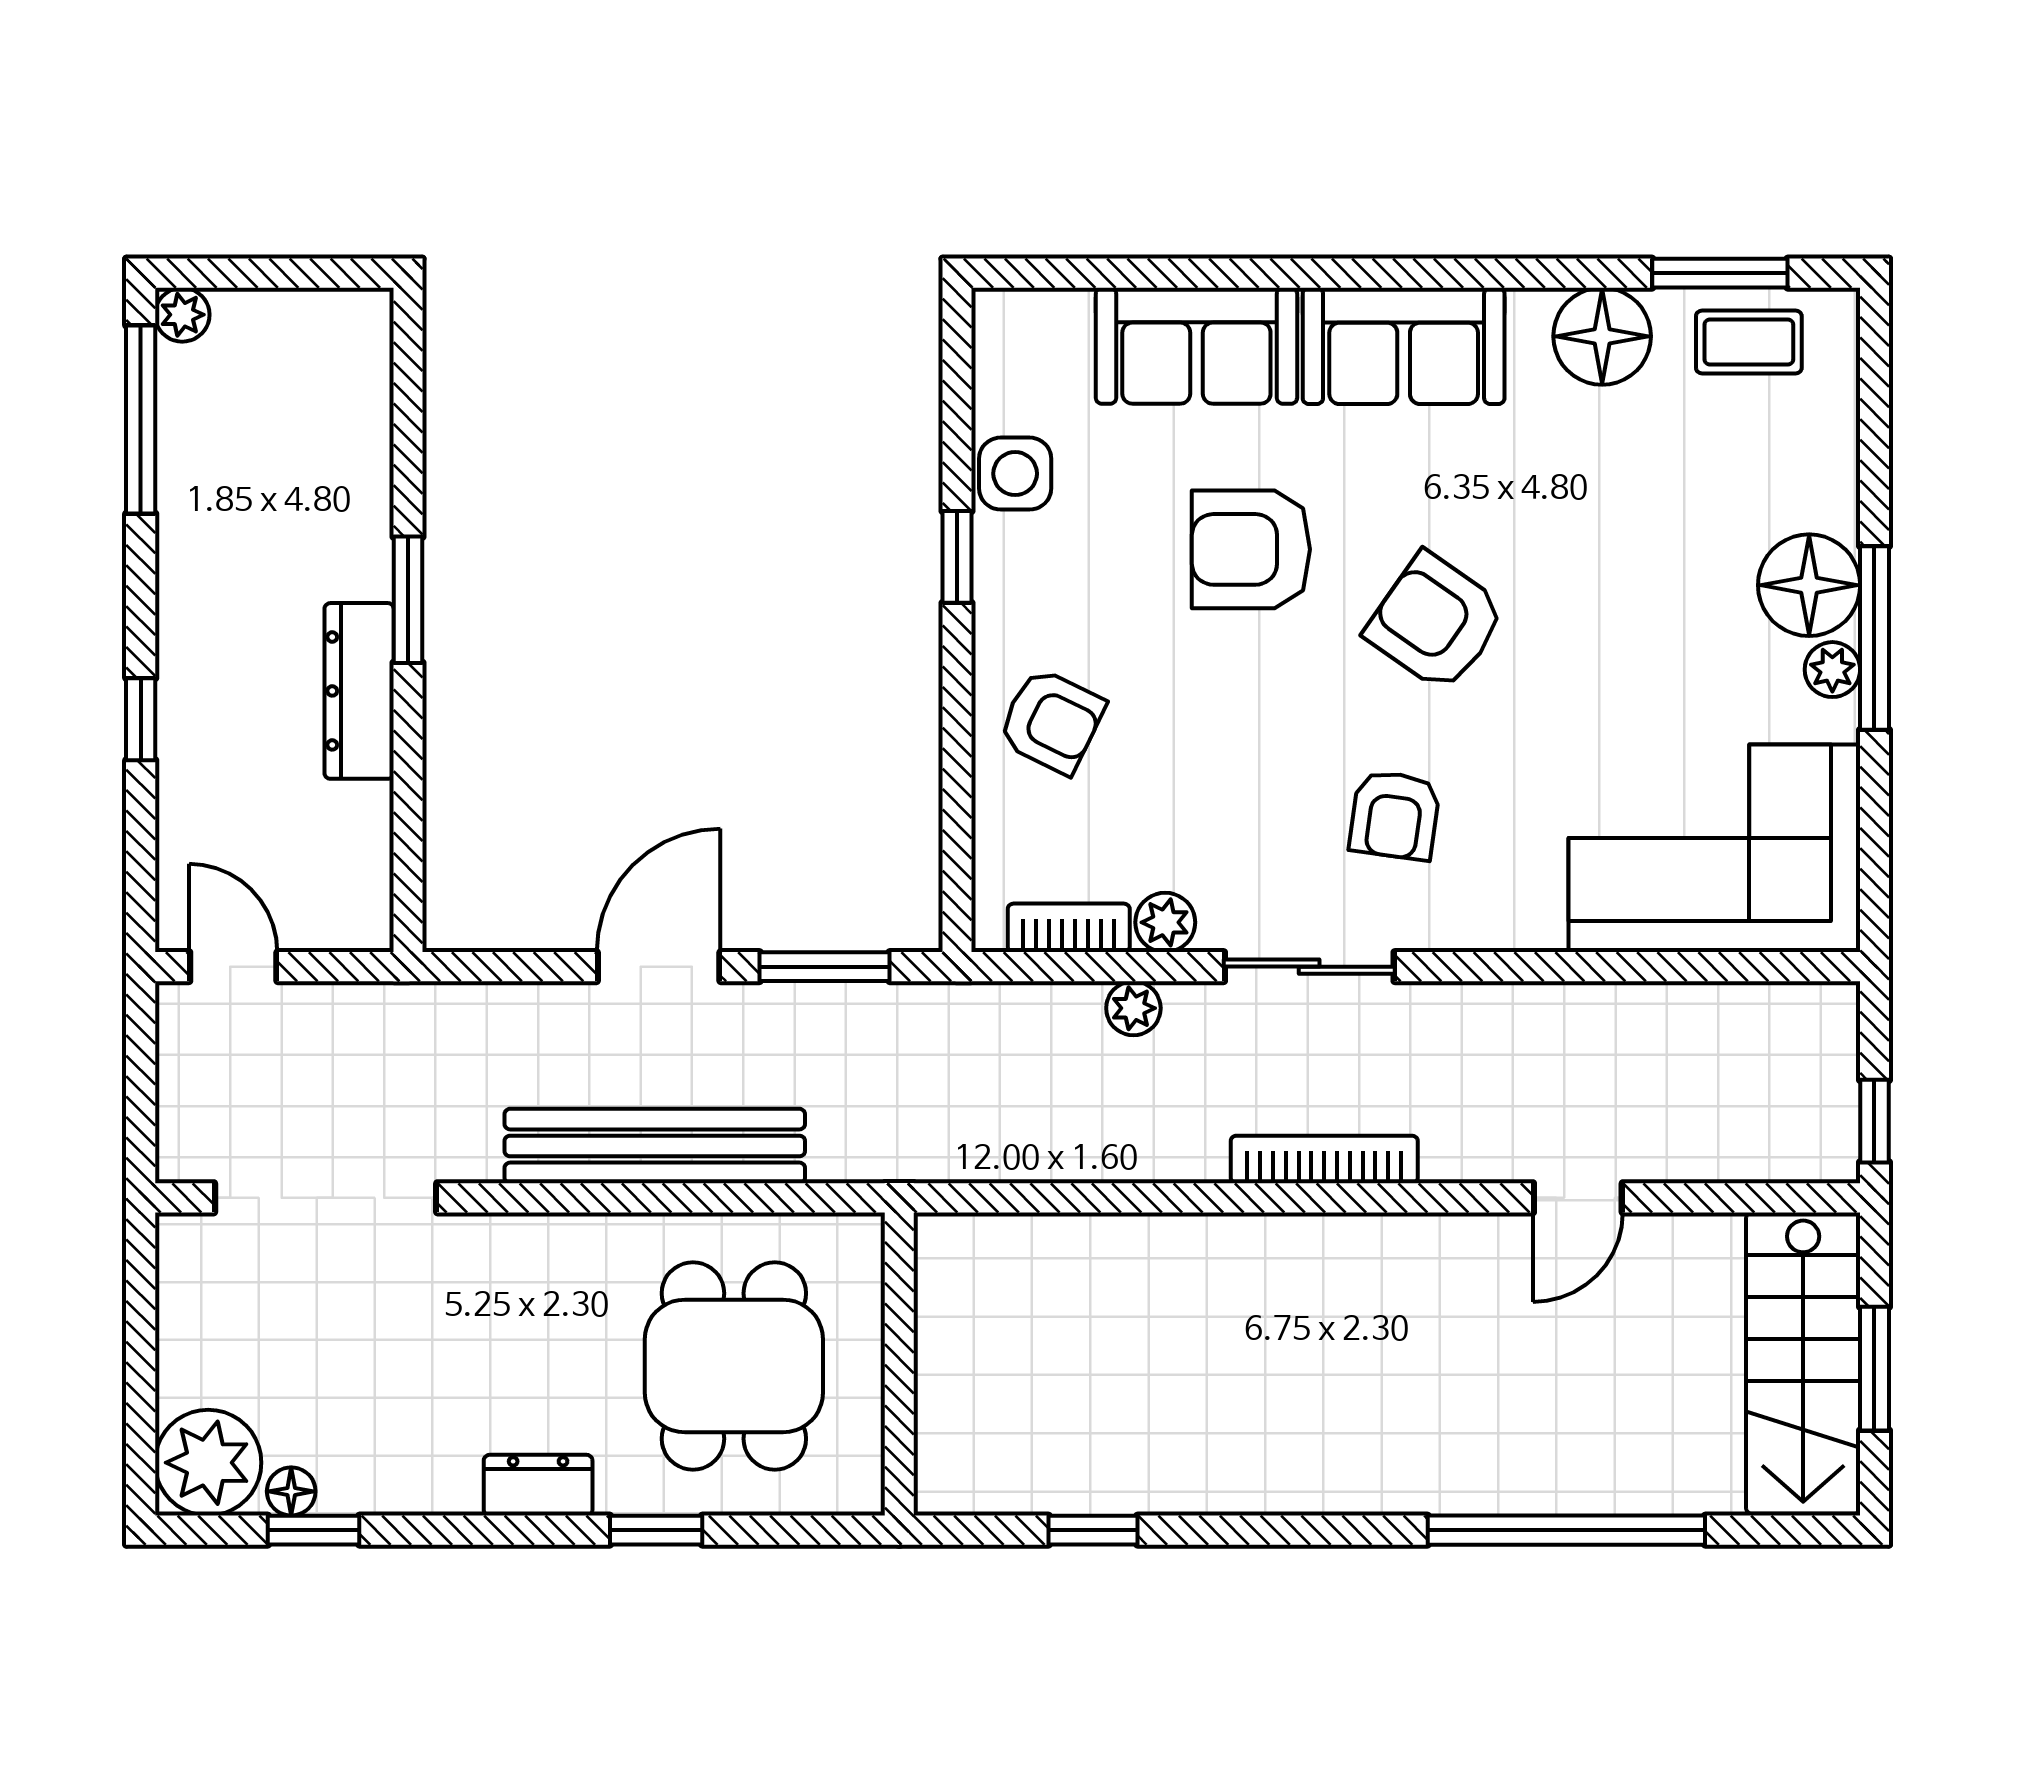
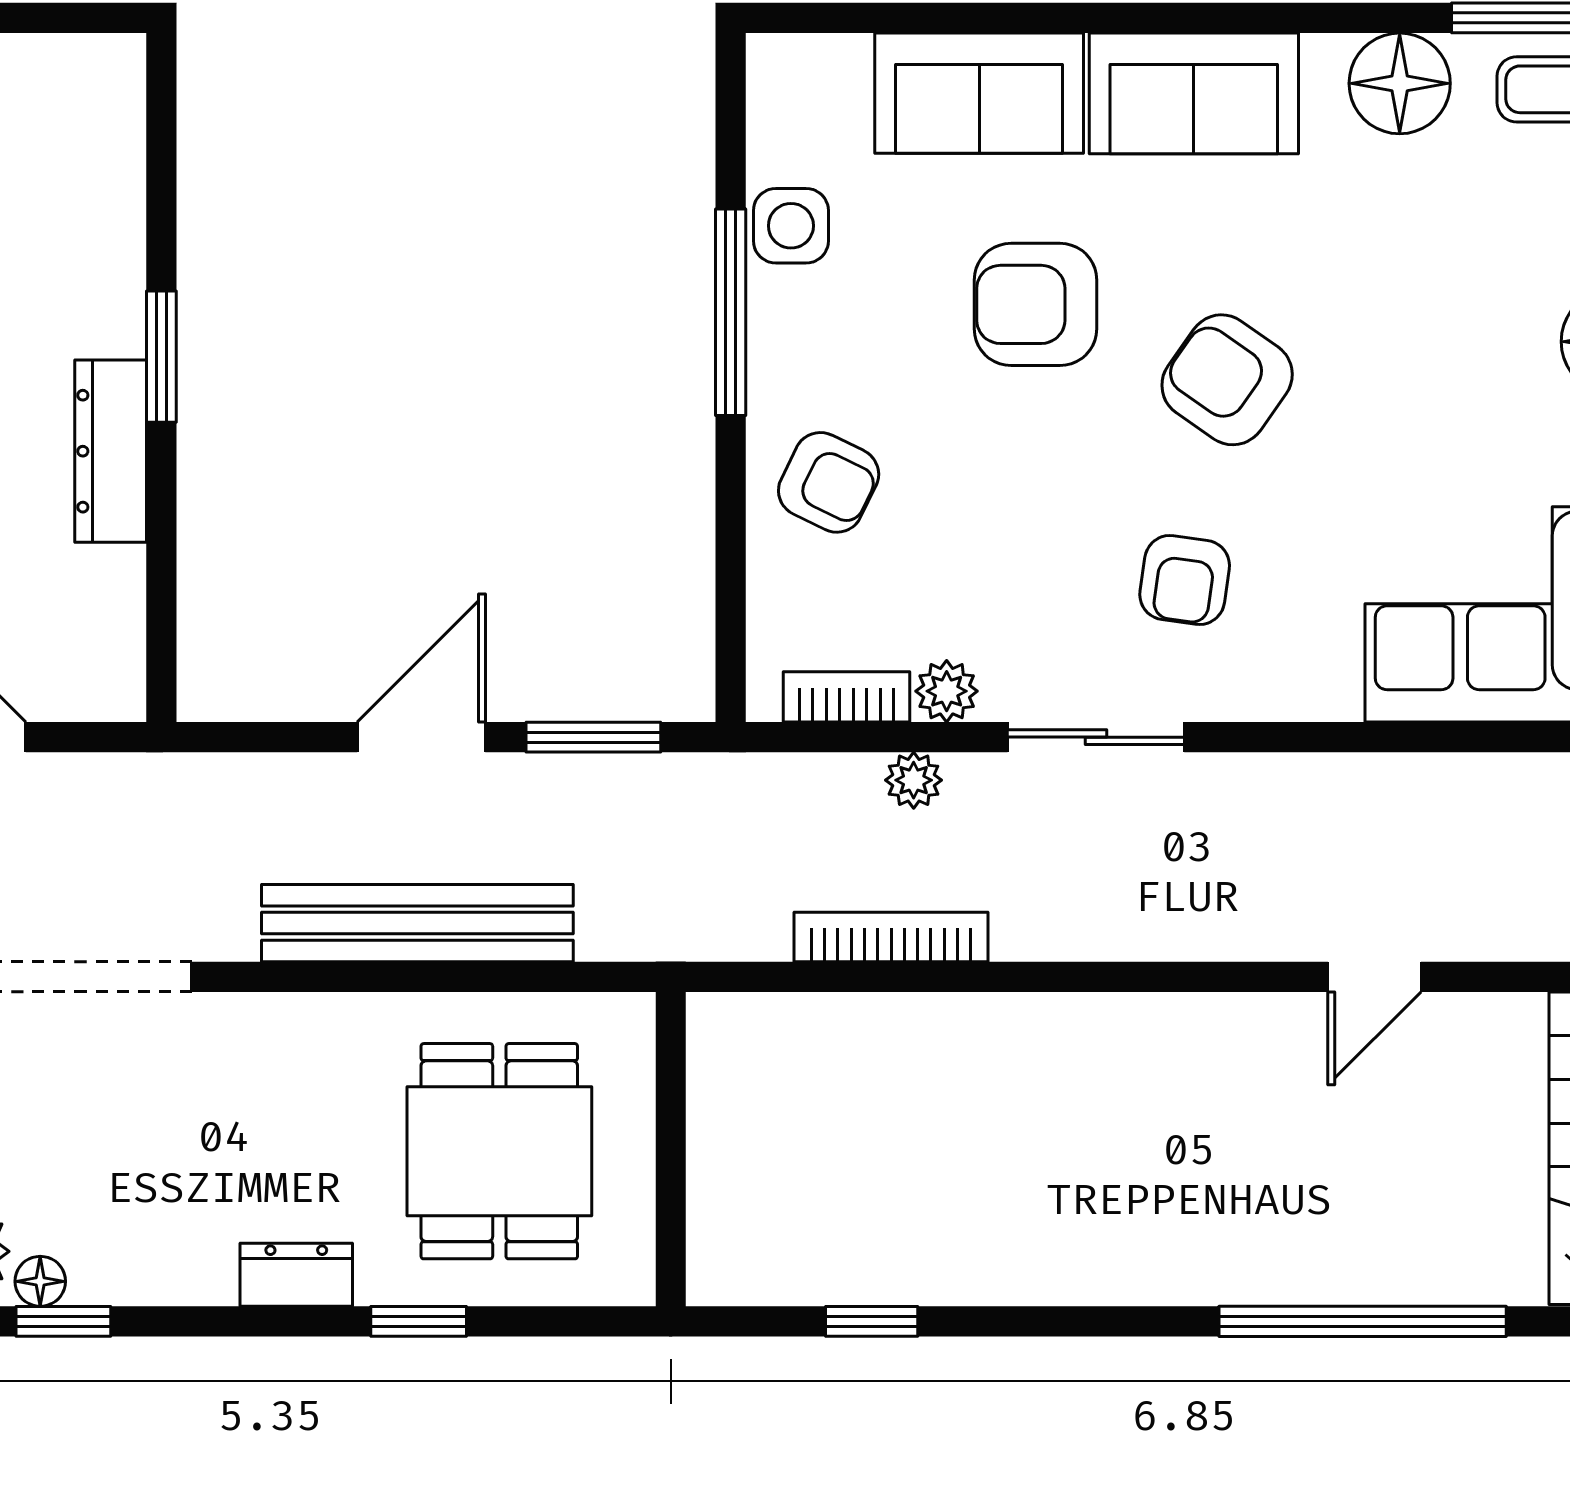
window: (957, 557) -> (731, 312), width x2.17
bookcase: (1324, 1159) -> (891, 937), moved

